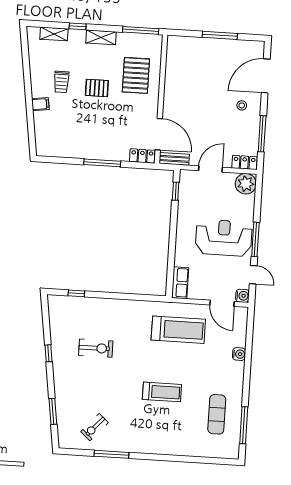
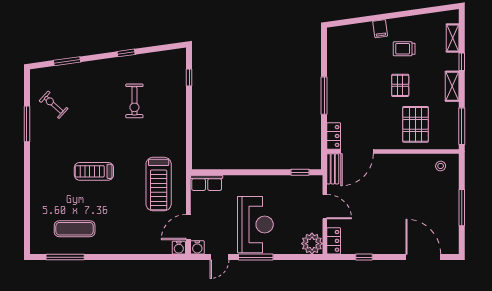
pallet: (136, 75) -> (415, 124), turned 90
stool: (242, 105) -> (441, 166), moved
window: (262, 134) -> (364, 257), width x0.46
water cooler: (239, 354) -> (179, 248), moved
treadmill: (162, 392) -> (94, 171), turned 90

